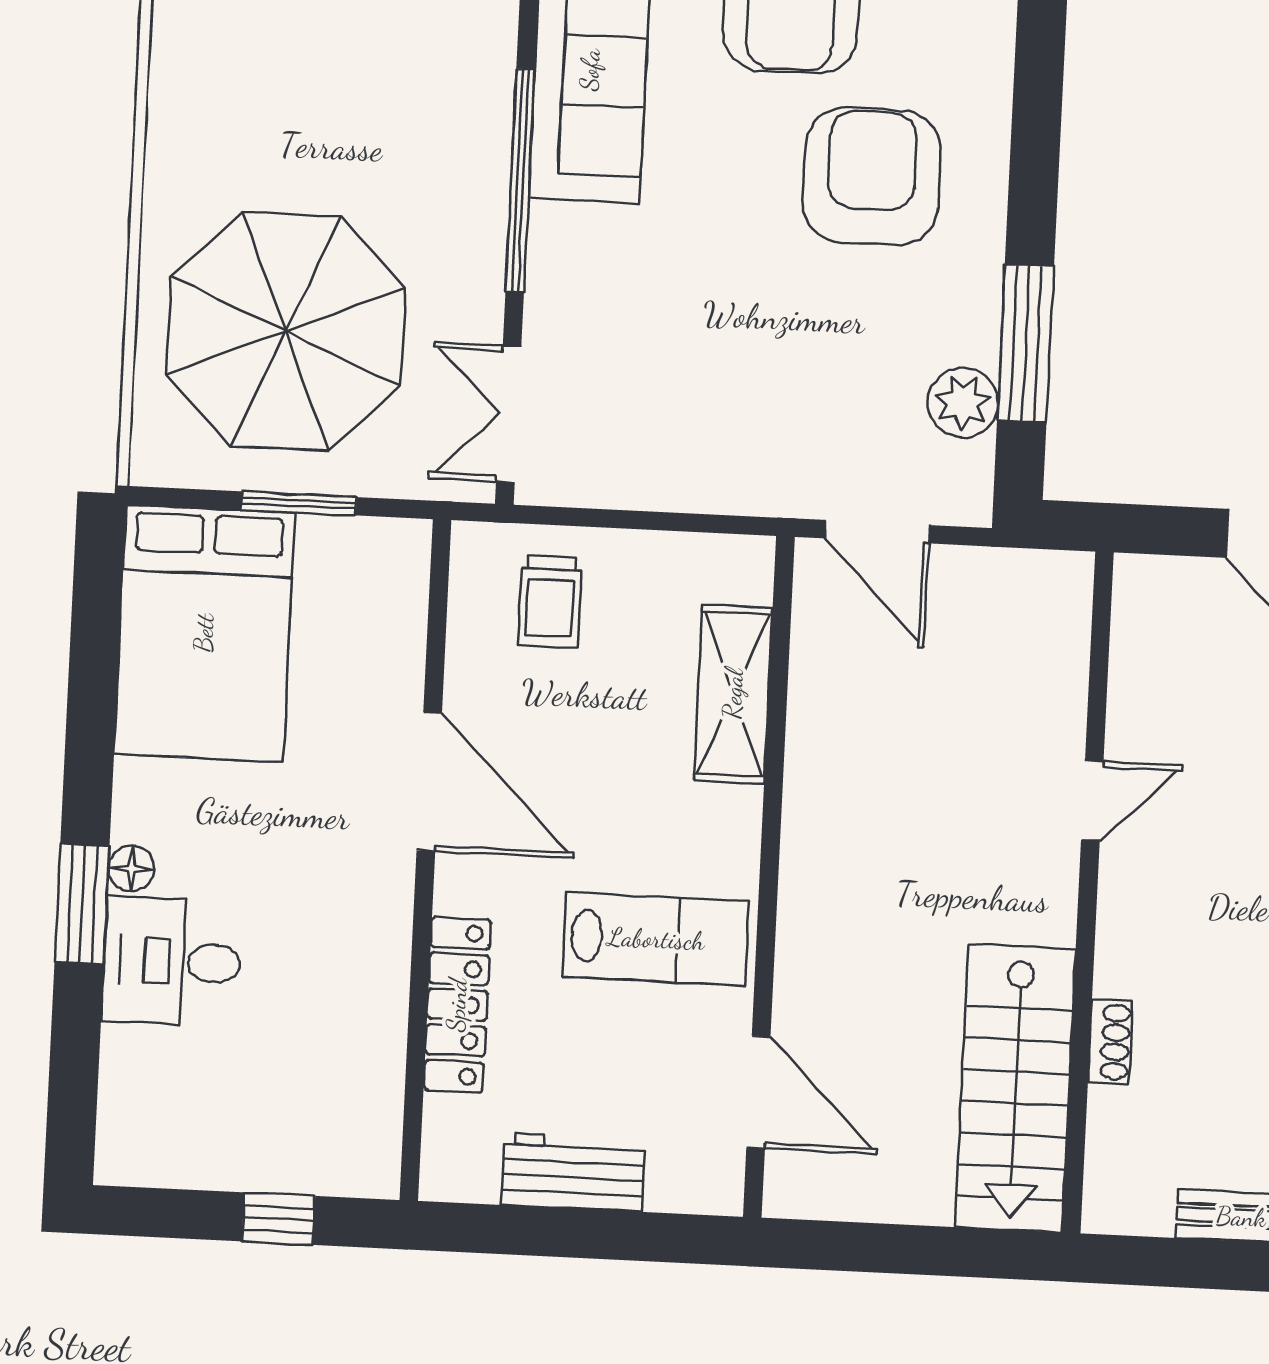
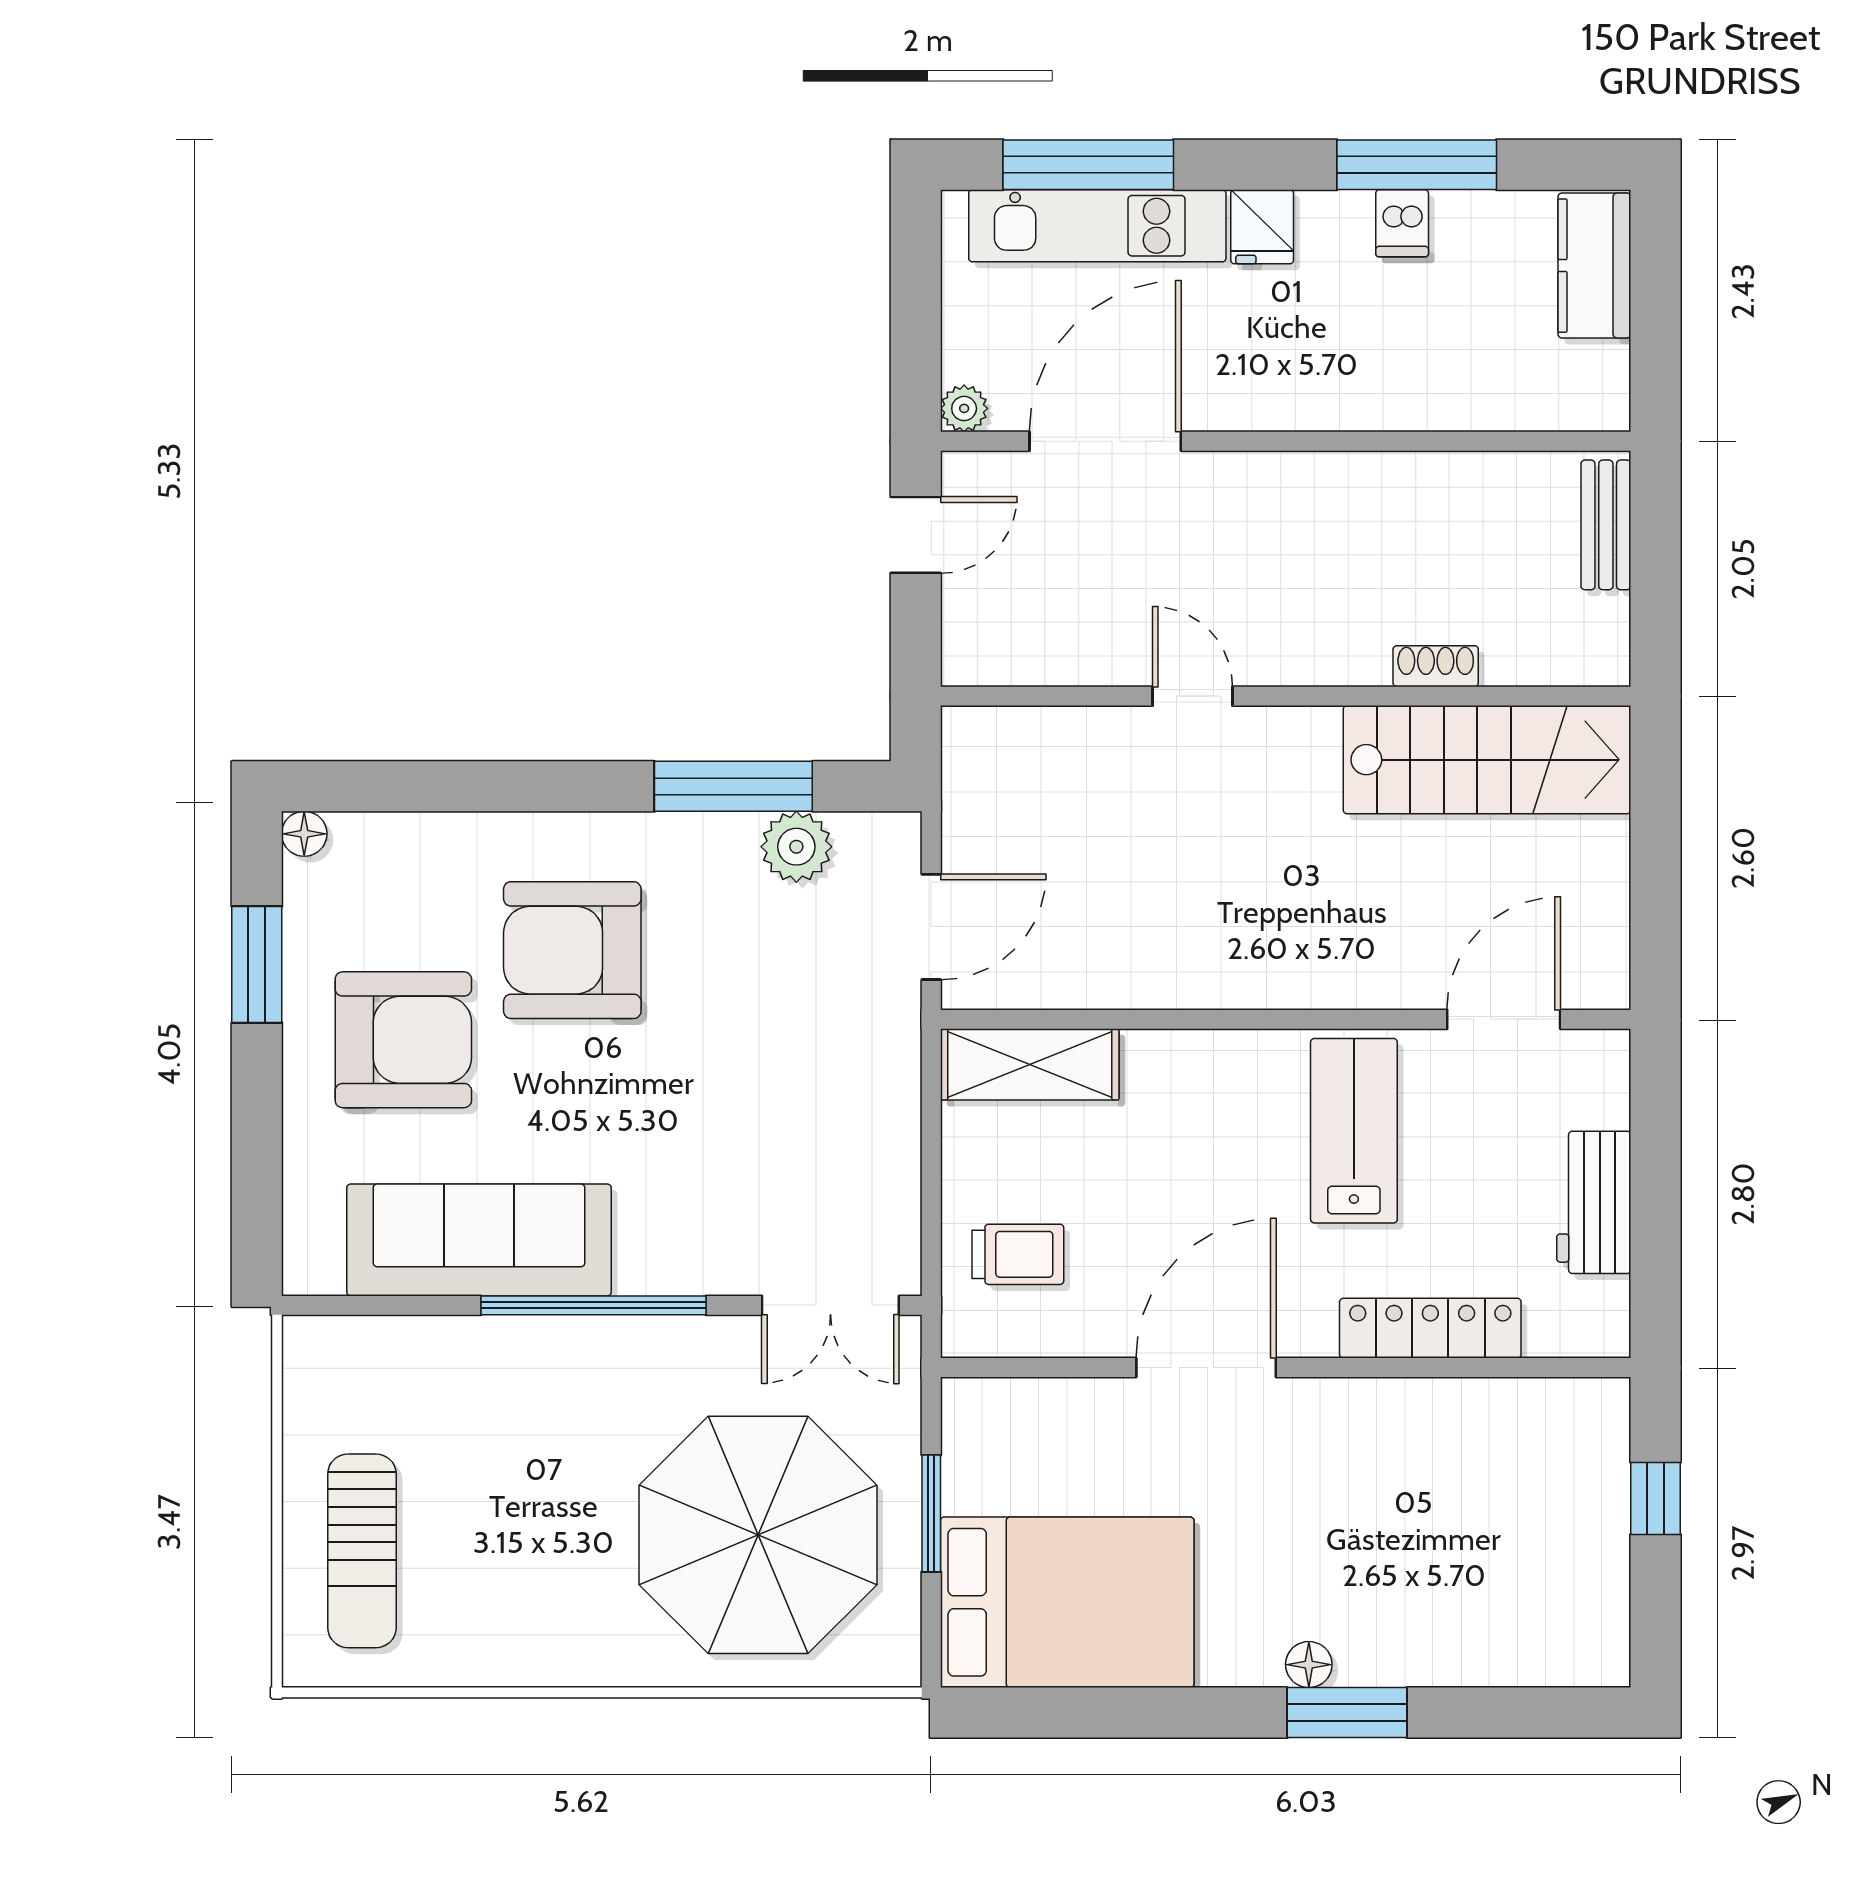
shelving: (733, 694) -> (1030, 1064), moved
desk: (172, 961) -> (1401, 1619), removed

